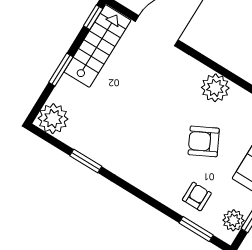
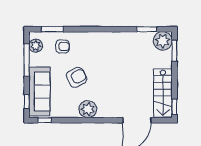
window: (61, 70) -> (174, 51), moved
window: (86, 161) -> (147, 29), moved
armchair: (197, 197) -> (62, 46), turned -90

